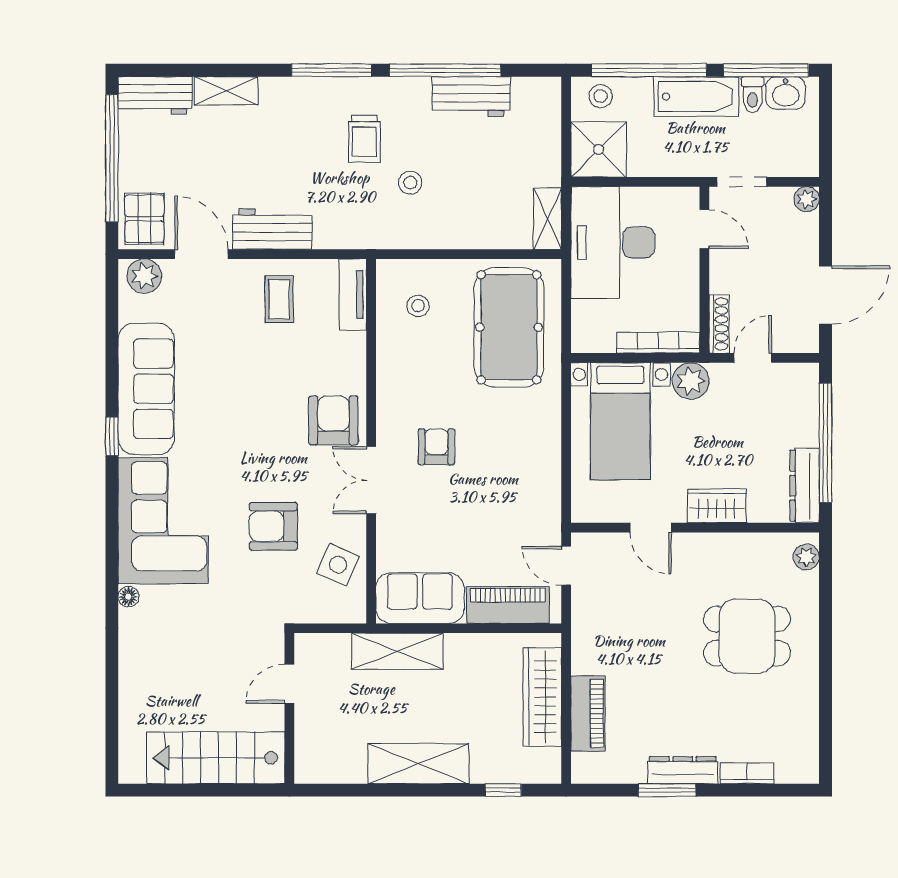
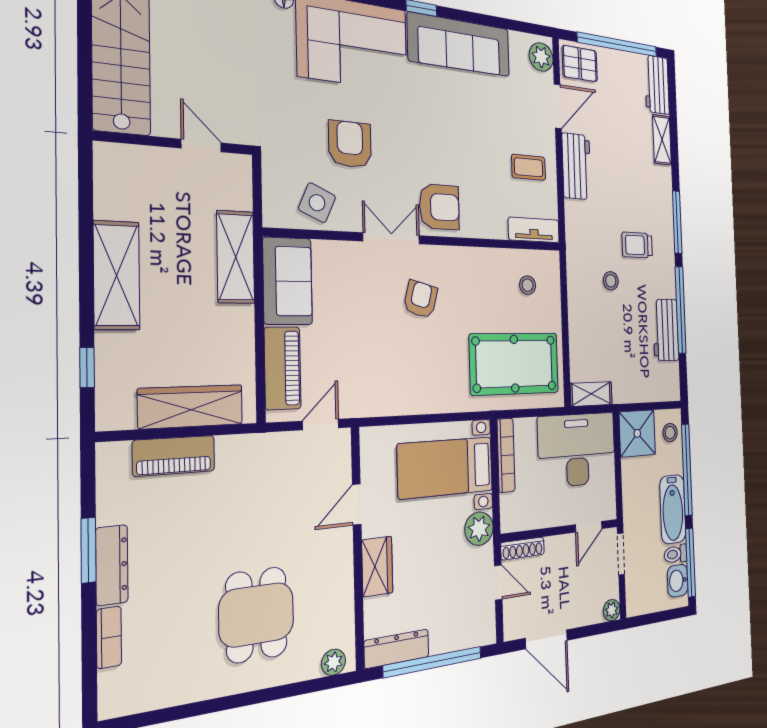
bookcase: (658, 343) -> (506, 455), moved
armchair: (436, 447) -> (421, 299), turned -75

